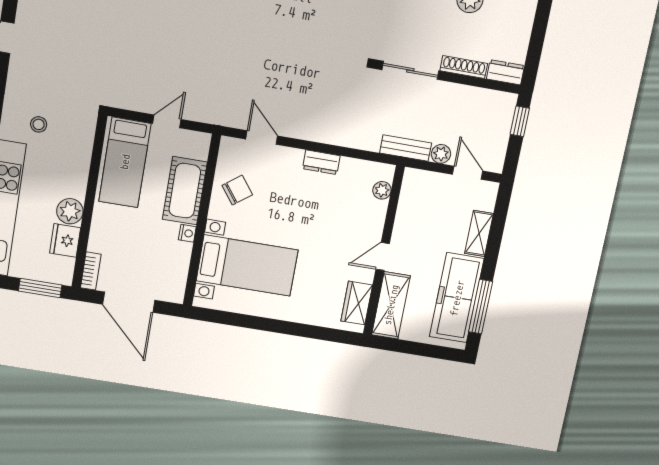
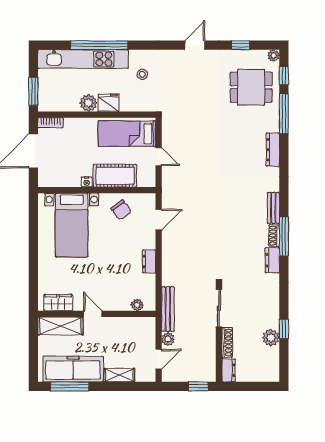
bench: (406, 148) -> (168, 309), width x1.36
fridge: (65, 240) -> (109, 103), moved

